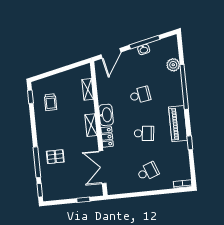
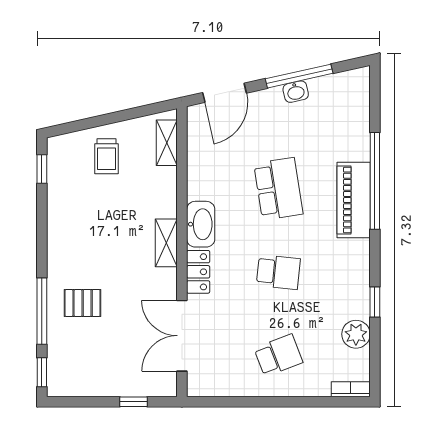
plant: (173, 65) -> (356, 334), moved
shelving: (88, 89) -> (167, 143), moved
school desk: (140, 95) -> (278, 189), width x1.85
trolley: (50, 102) -> (107, 156), moved
piano: (178, 124) -> (354, 200), moved

